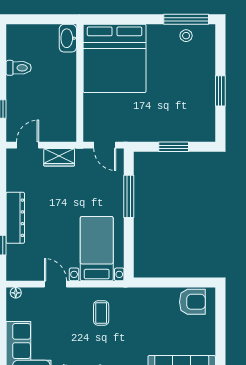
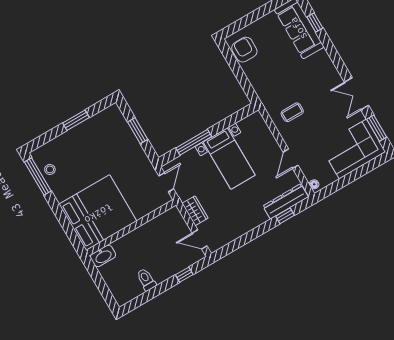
dresser: (15, 218) -> (286, 201), moved
bed with nightstands: (97, 249) -> (229, 159), moved, turned -90

